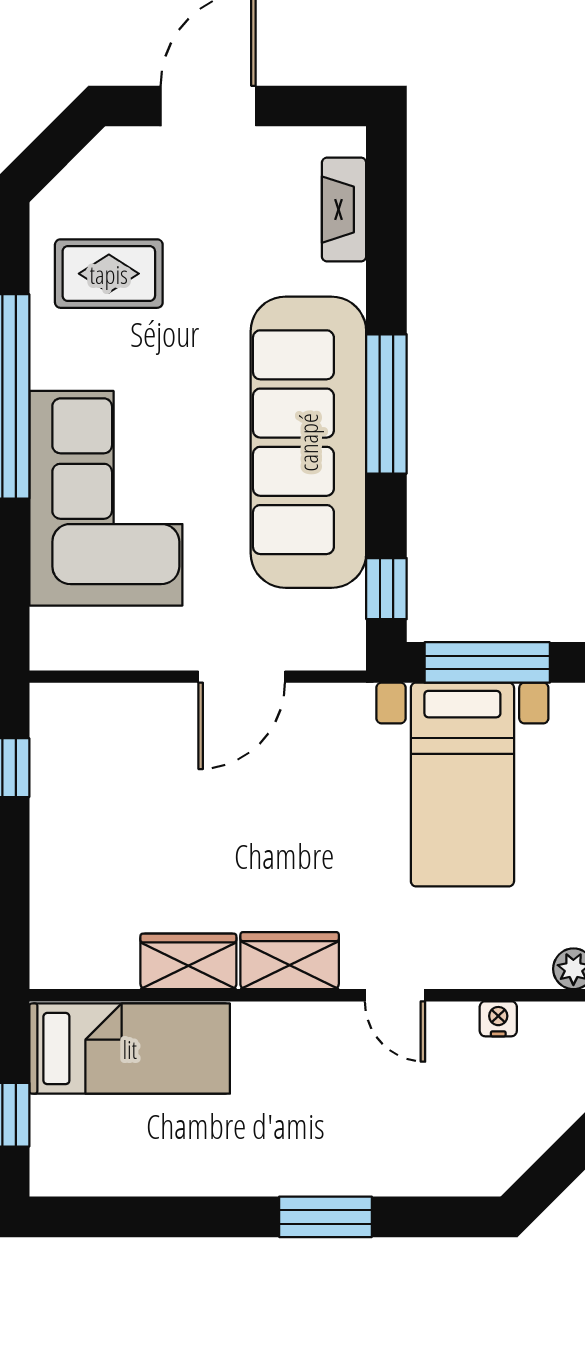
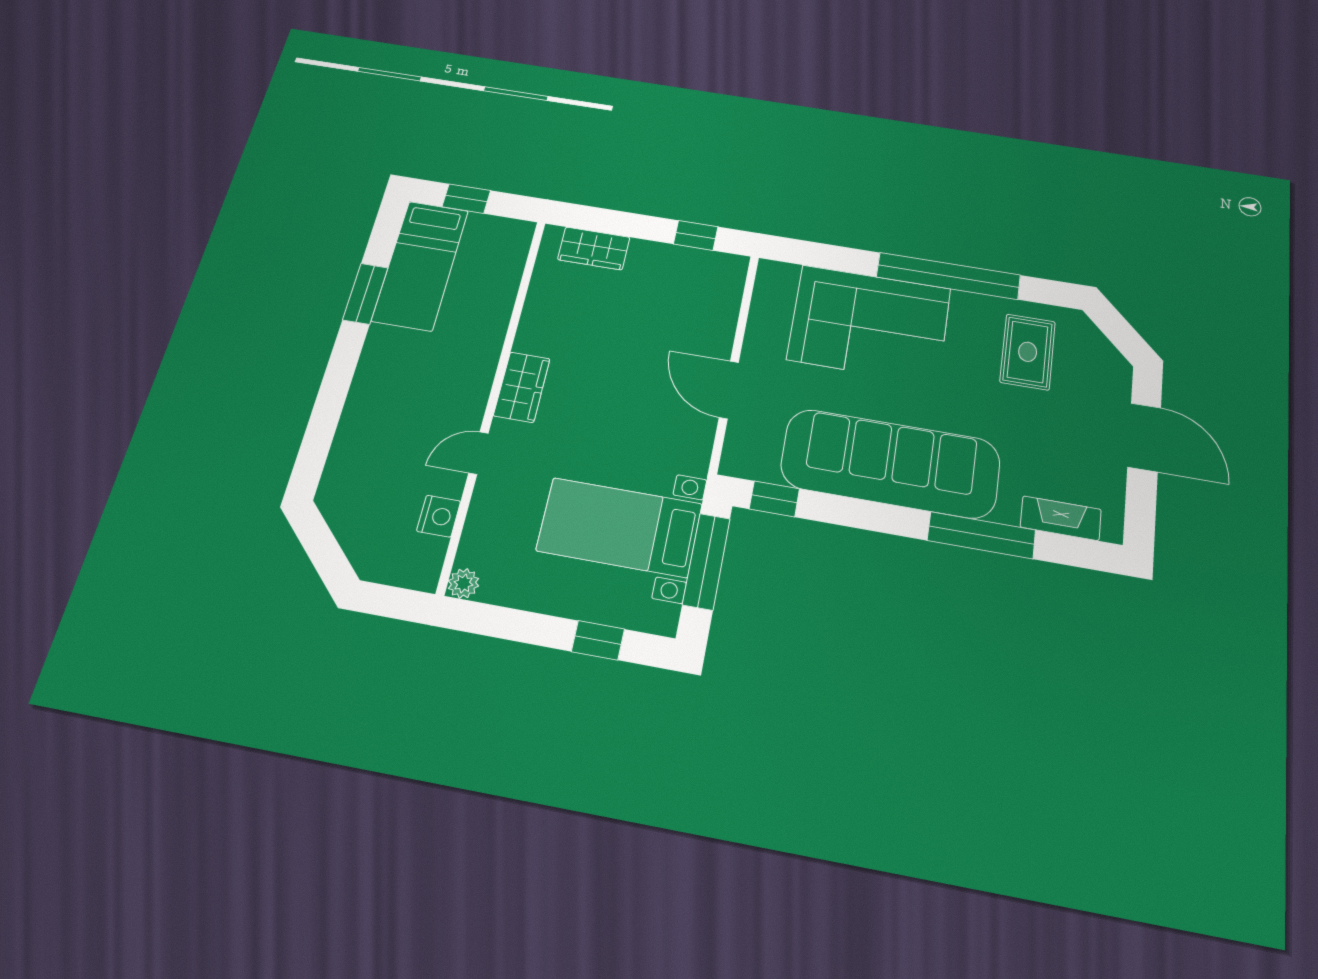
window: (386, 404) -> (981, 535), moved
wardrobe: (188, 961) -> (594, 248), moved, turned 90
nightstand: (498, 1019) -> (439, 516), width x1.39, depth x1.35
bed: (130, 1049) -> (420, 265), moved
window: (326, 1217) -> (365, 294), moved

